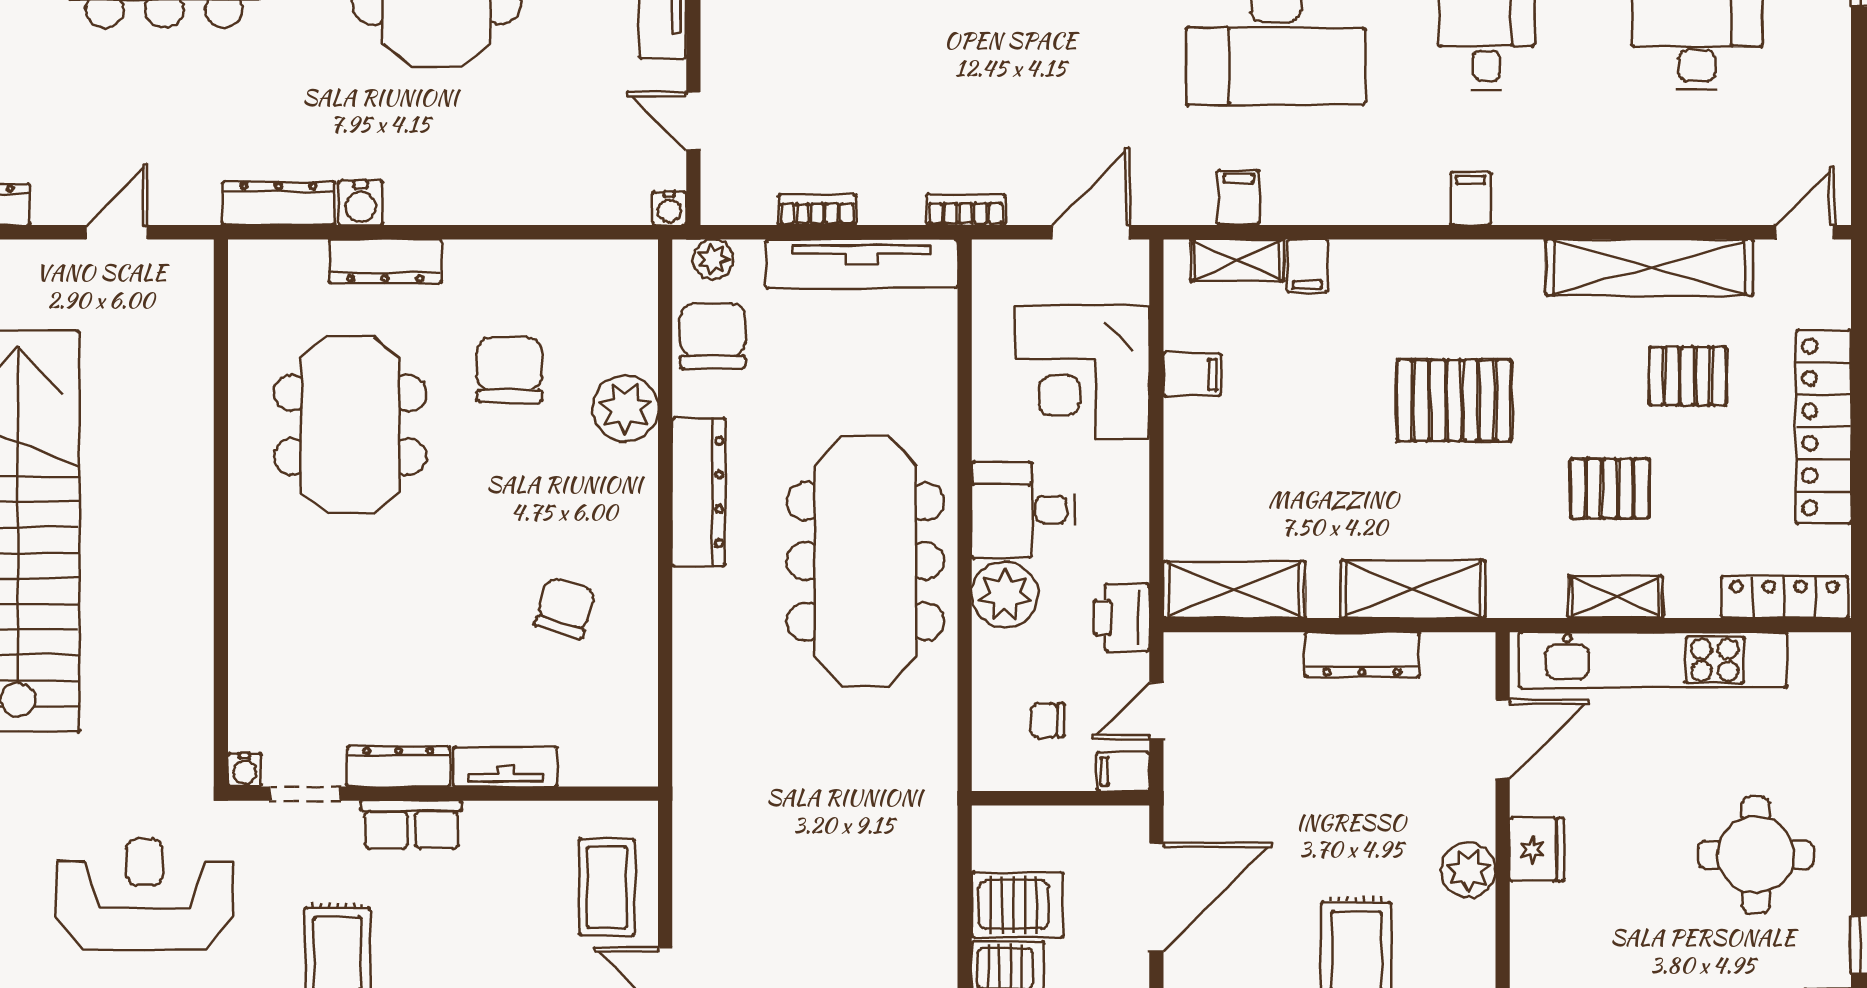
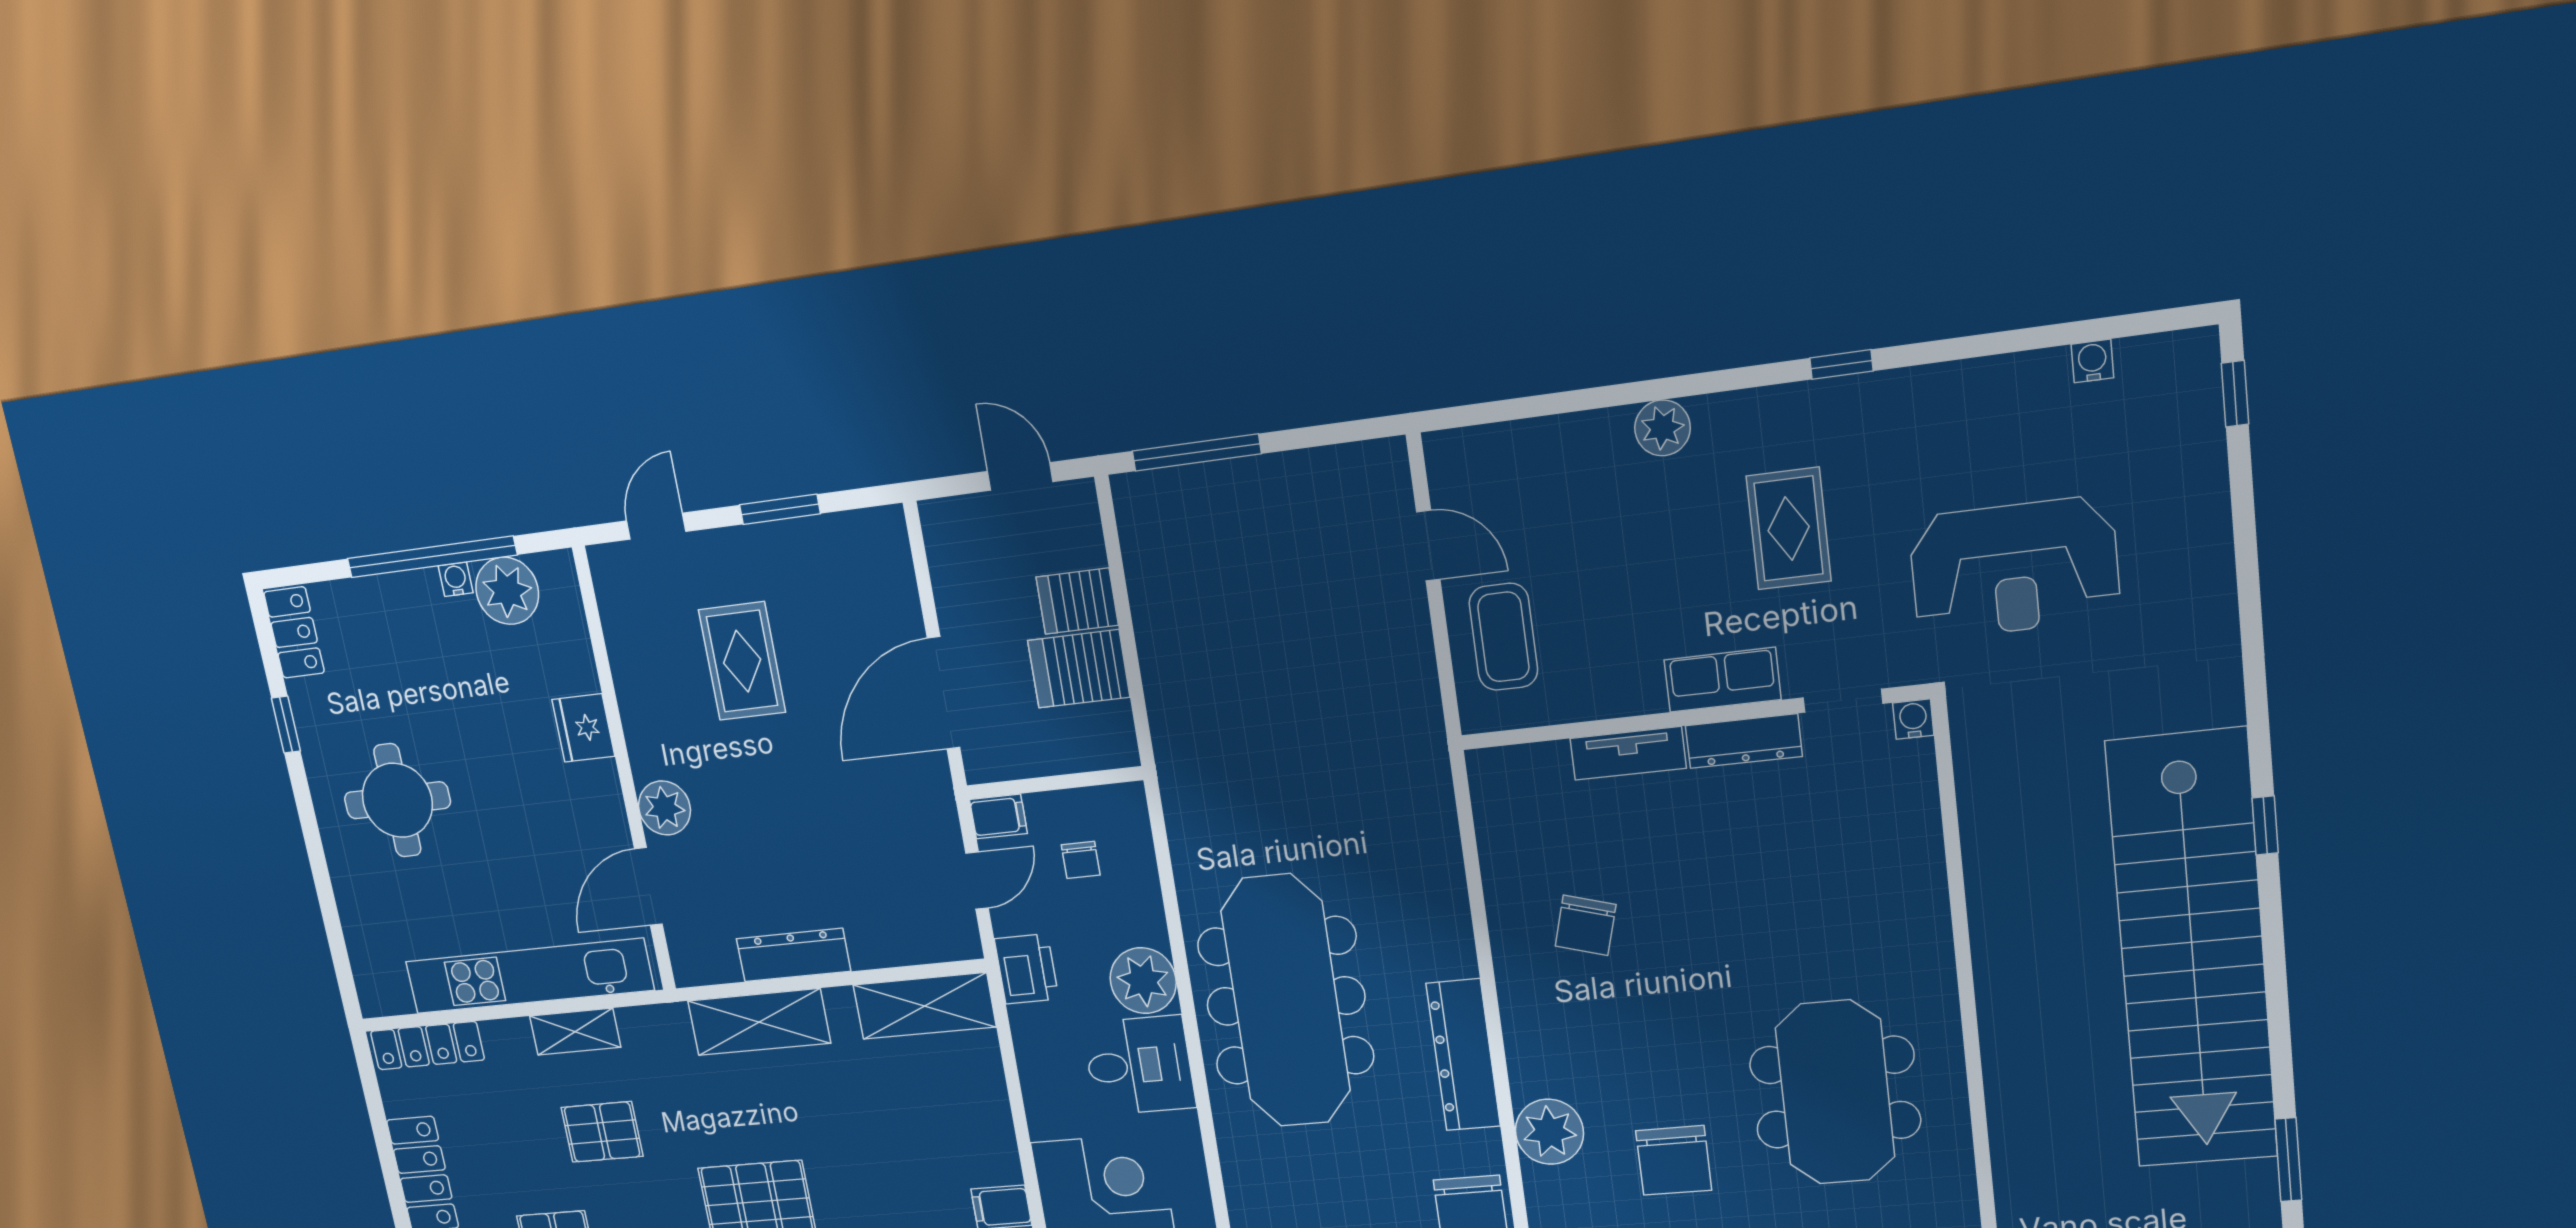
chair: (1047, 720) -> (1081, 860), turned 90
fridge: (1537, 850) -> (583, 728), moved
plant: (1468, 870) -> (664, 808), moved

